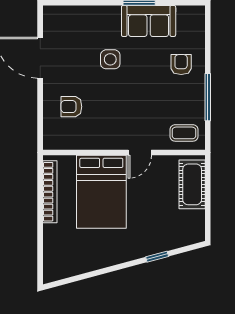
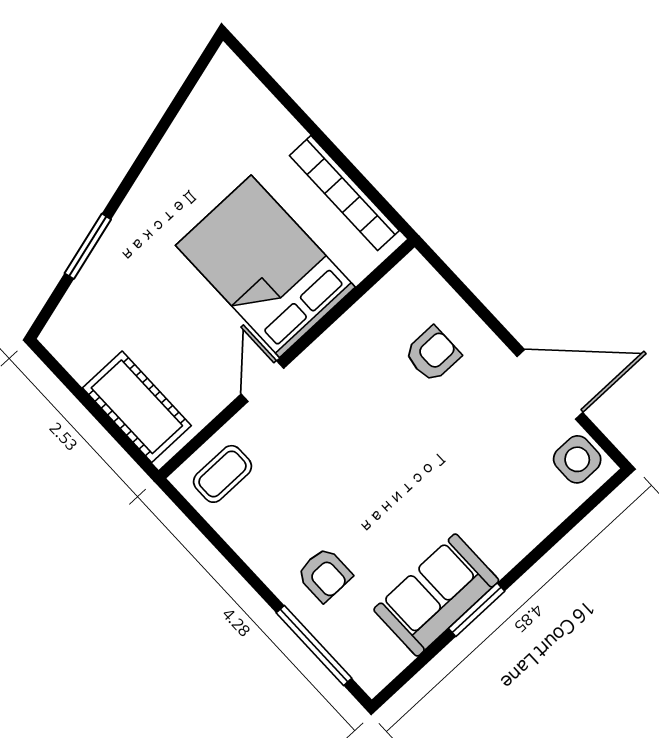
side table: (110, 59) -> (577, 459), moved
window: (208, 97) -> (314, 645), moved
window: (157, 257) -> (88, 246), width x1.50

